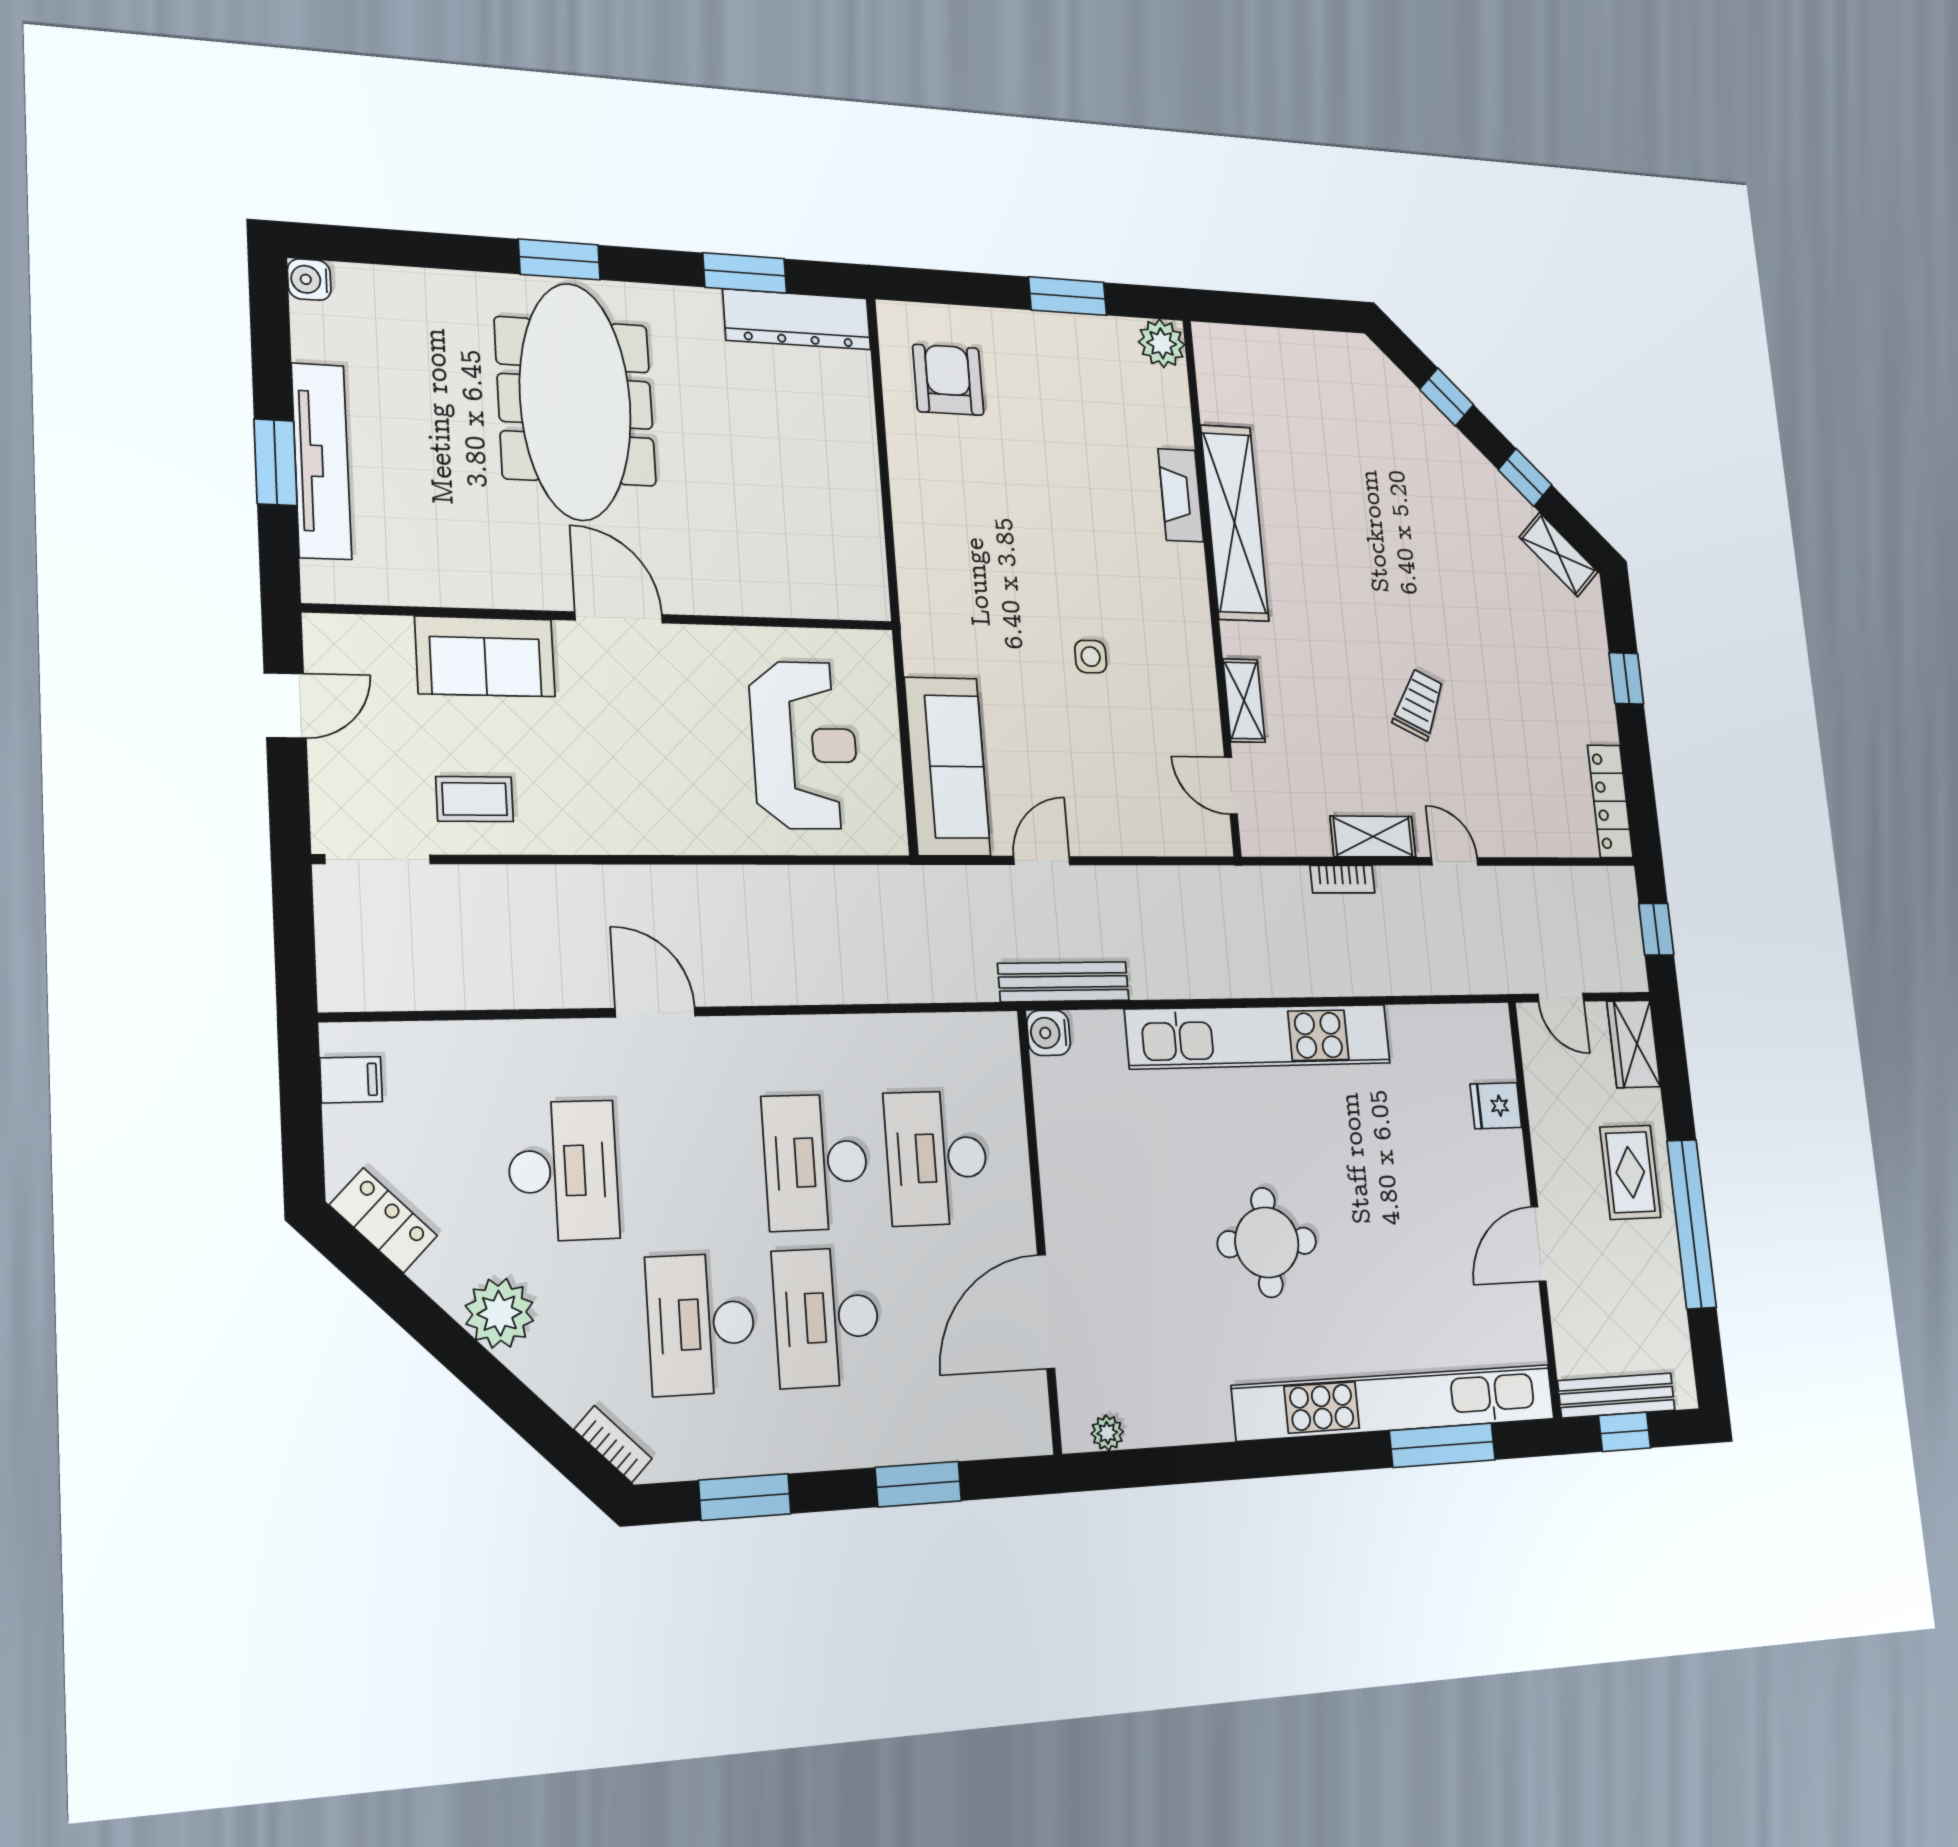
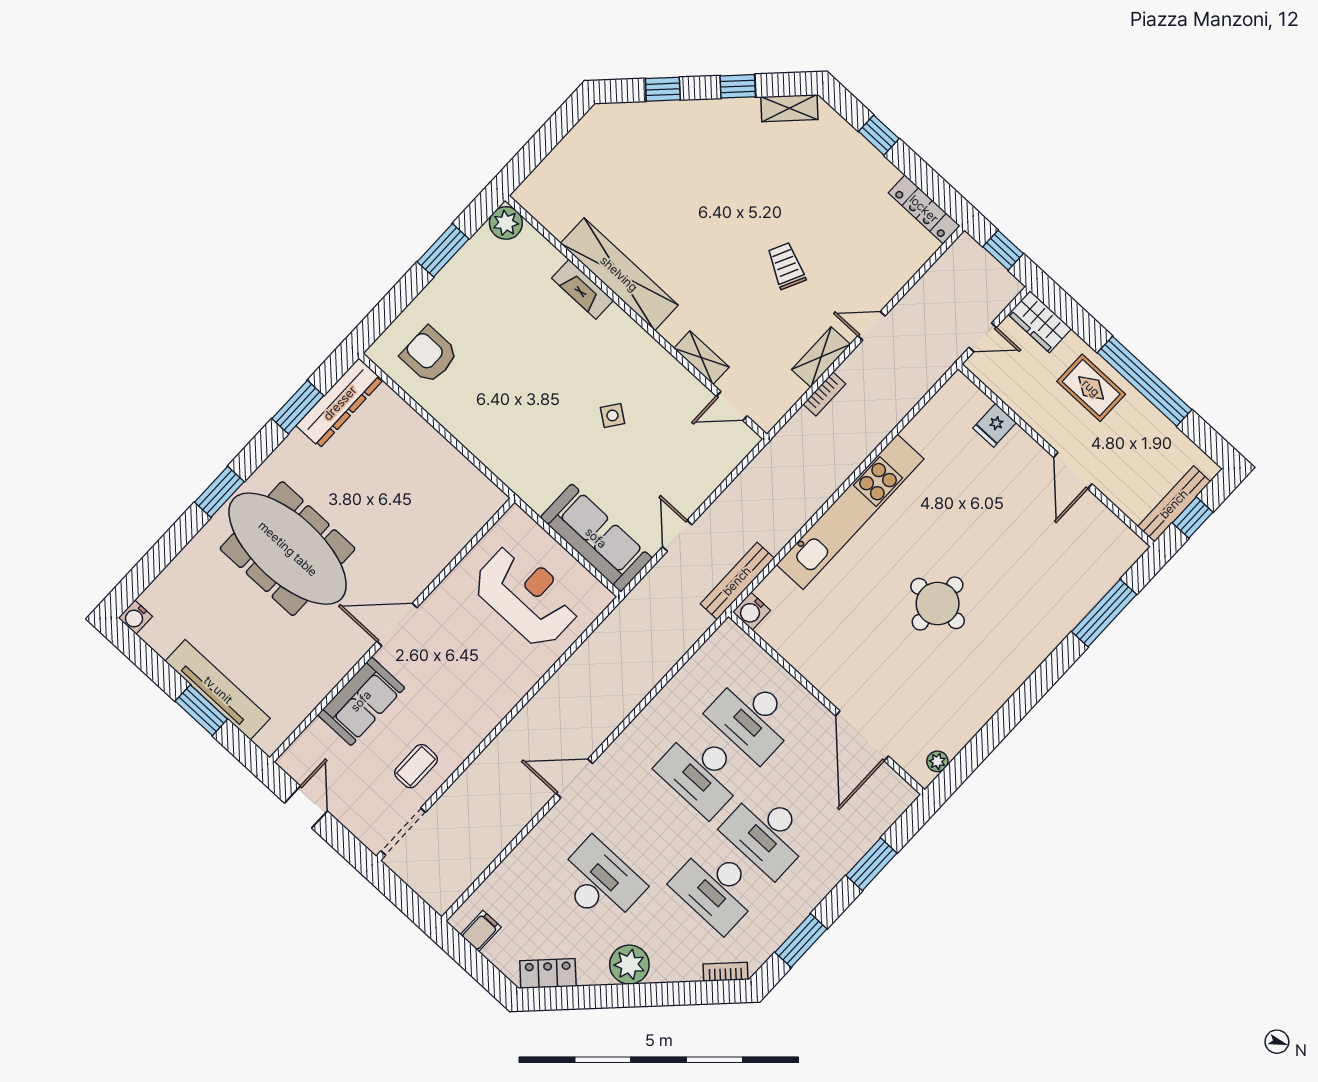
side table: (1091, 657) -> (612, 415), turned 36
kitchen unit: (1395, 1402) -> (1064, 616), removed

